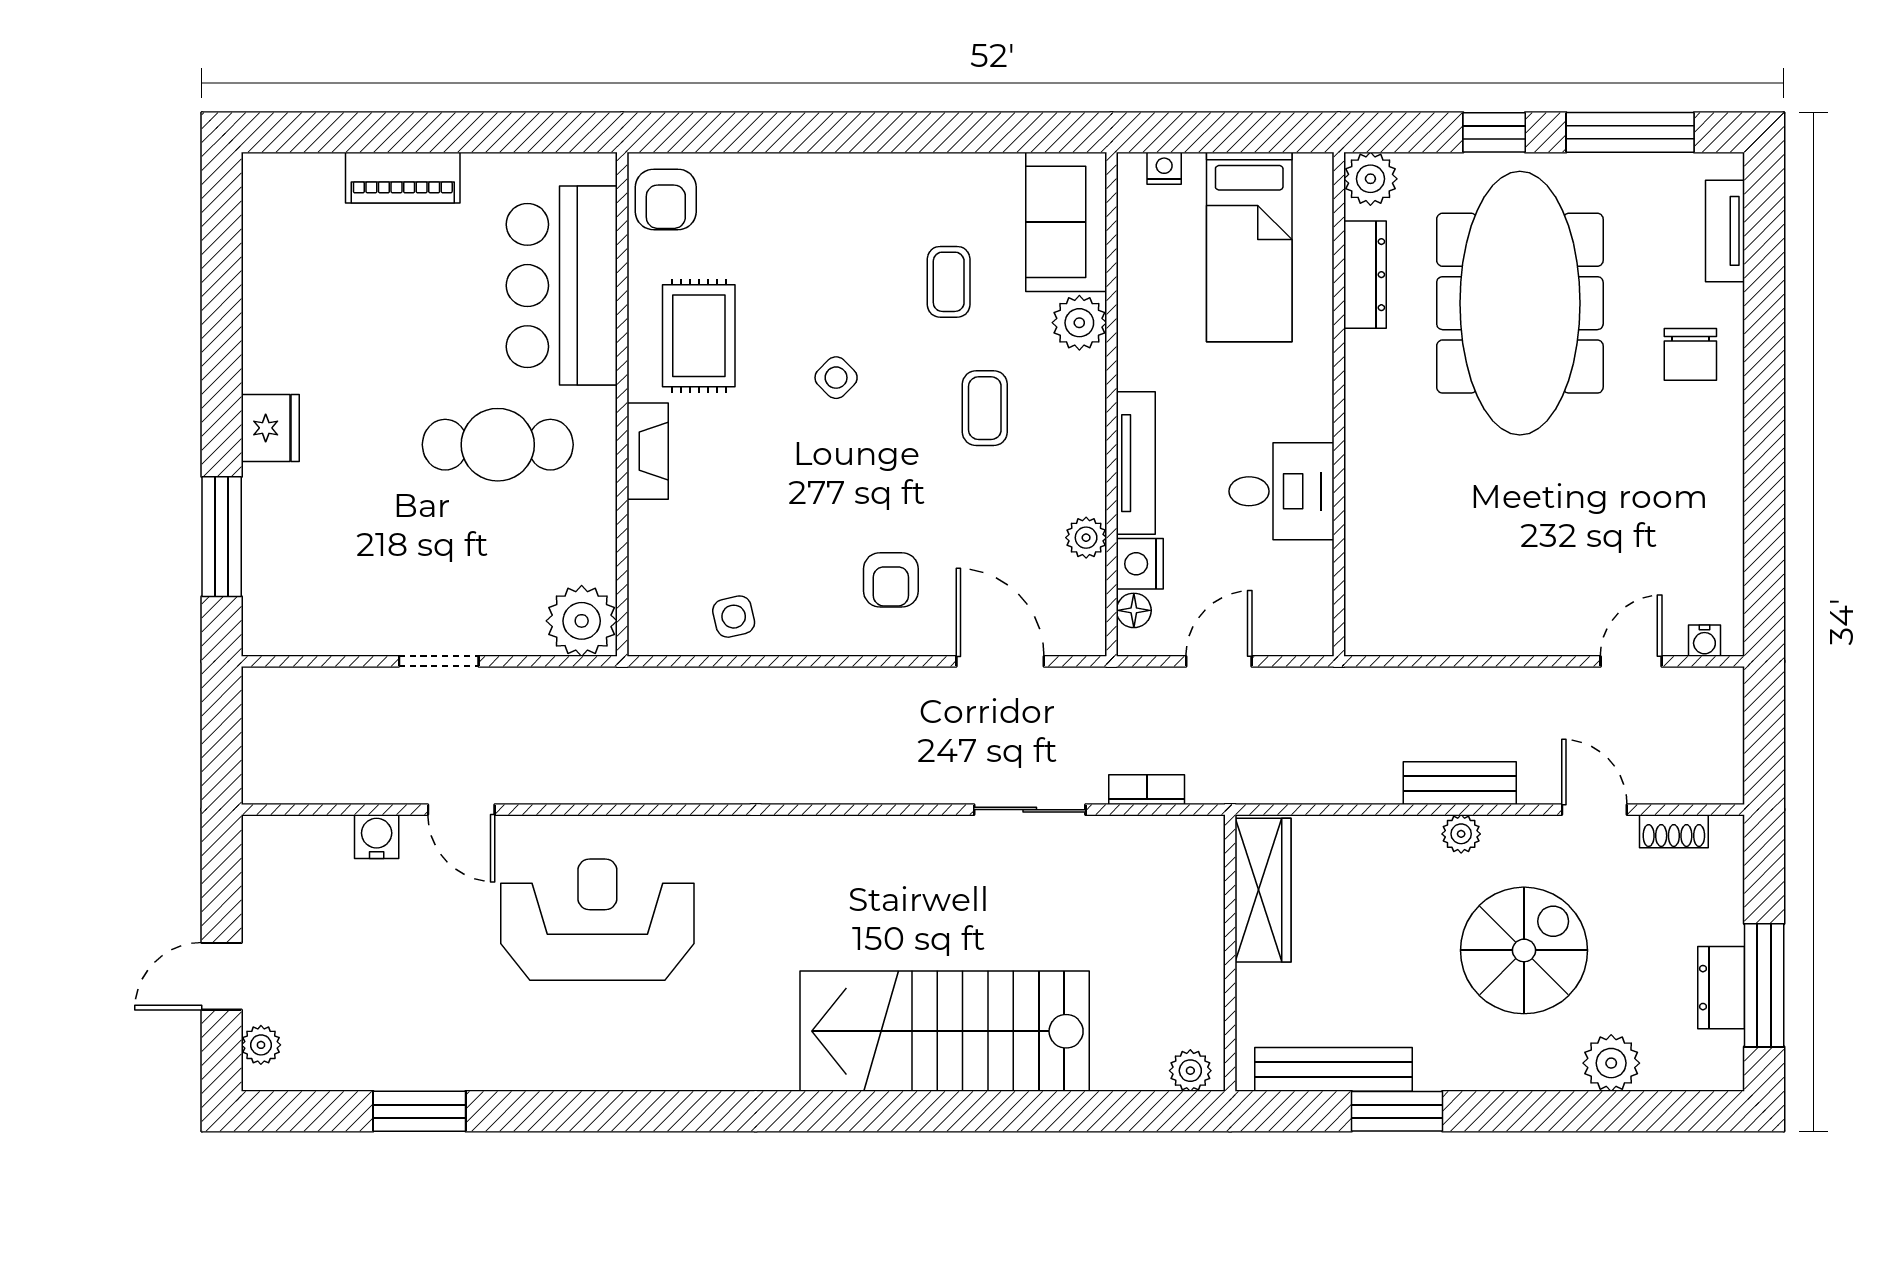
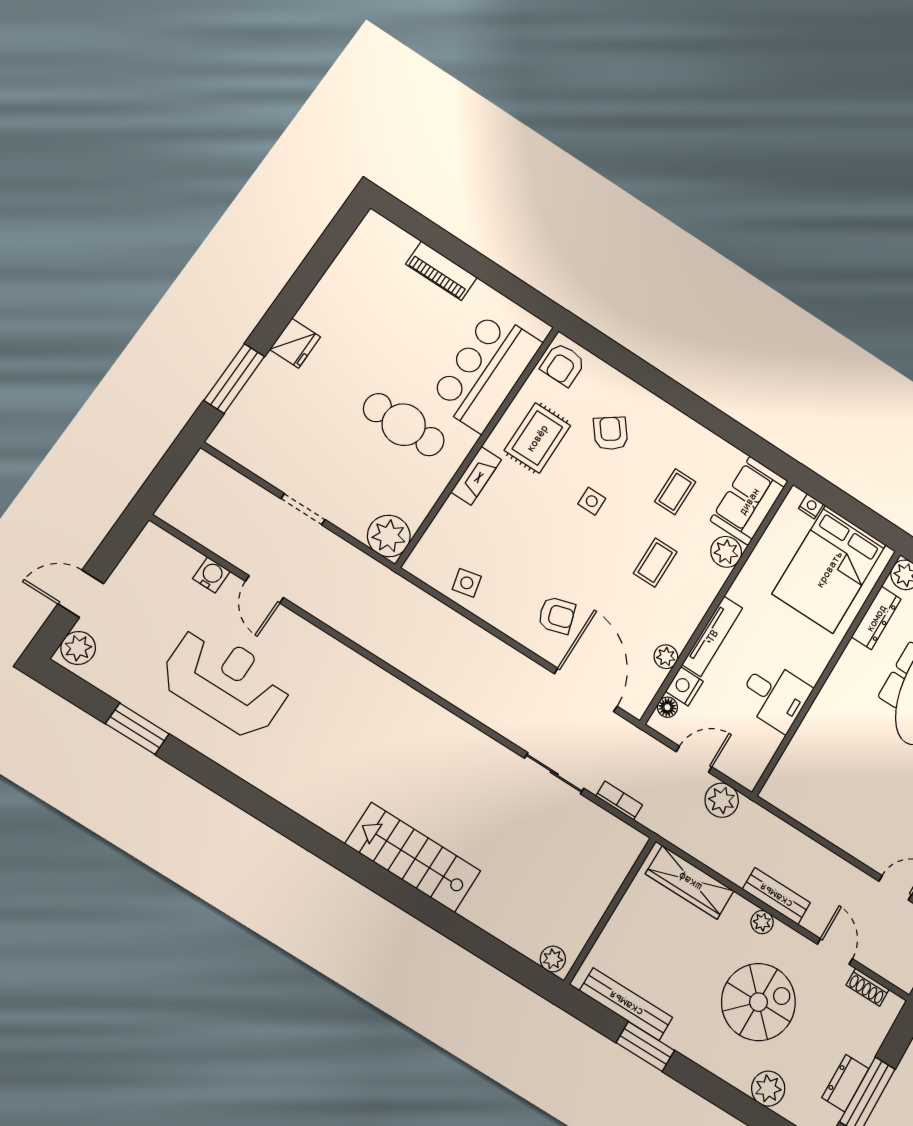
bed: (1249, 247) -> (829, 569), width x1.50
armchair: (800, 257) -> (611, 433), added
side table: (836, 378) -> (592, 501), turned 45
armchair: (891, 580) -> (557, 615), turned -107
door: (1000, 661) -> (586, 690), width x1.36
plant: (1296, 695) -> (722, 800), added
wardrobe: (1263, 890) -> (690, 882), moved, turned 90
reception desk: (597, 920) -> (226, 682), moved
stairs: (945, 1031) -> (413, 857), width x0.73, depth x0.66
plant: (261, 1045) -> (78, 648), width x1.38, depth x1.38

